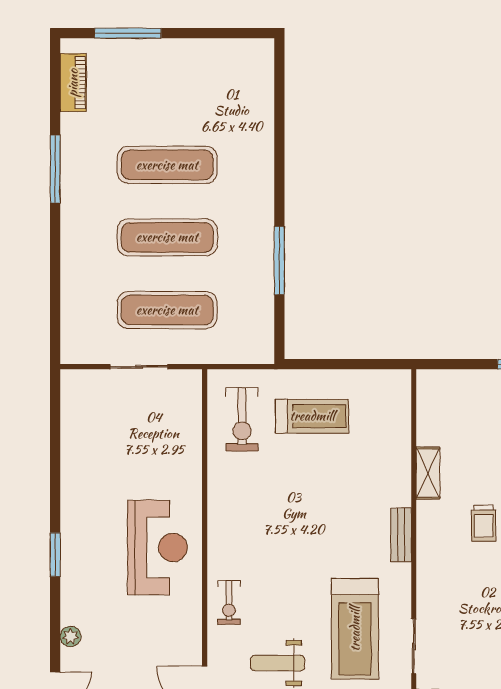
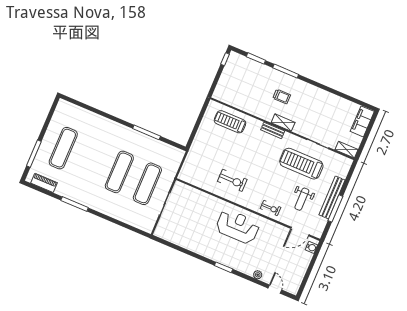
exercise mat: (167, 165) -> (63, 148), moved
treadmill: (312, 416) -> (230, 122), moved, turned -90
exercise bike: (242, 419) -> (232, 180), moved
shelving: (428, 473) -> (283, 123), moved
treadmill: (355, 629) -> (301, 164), turned 180

